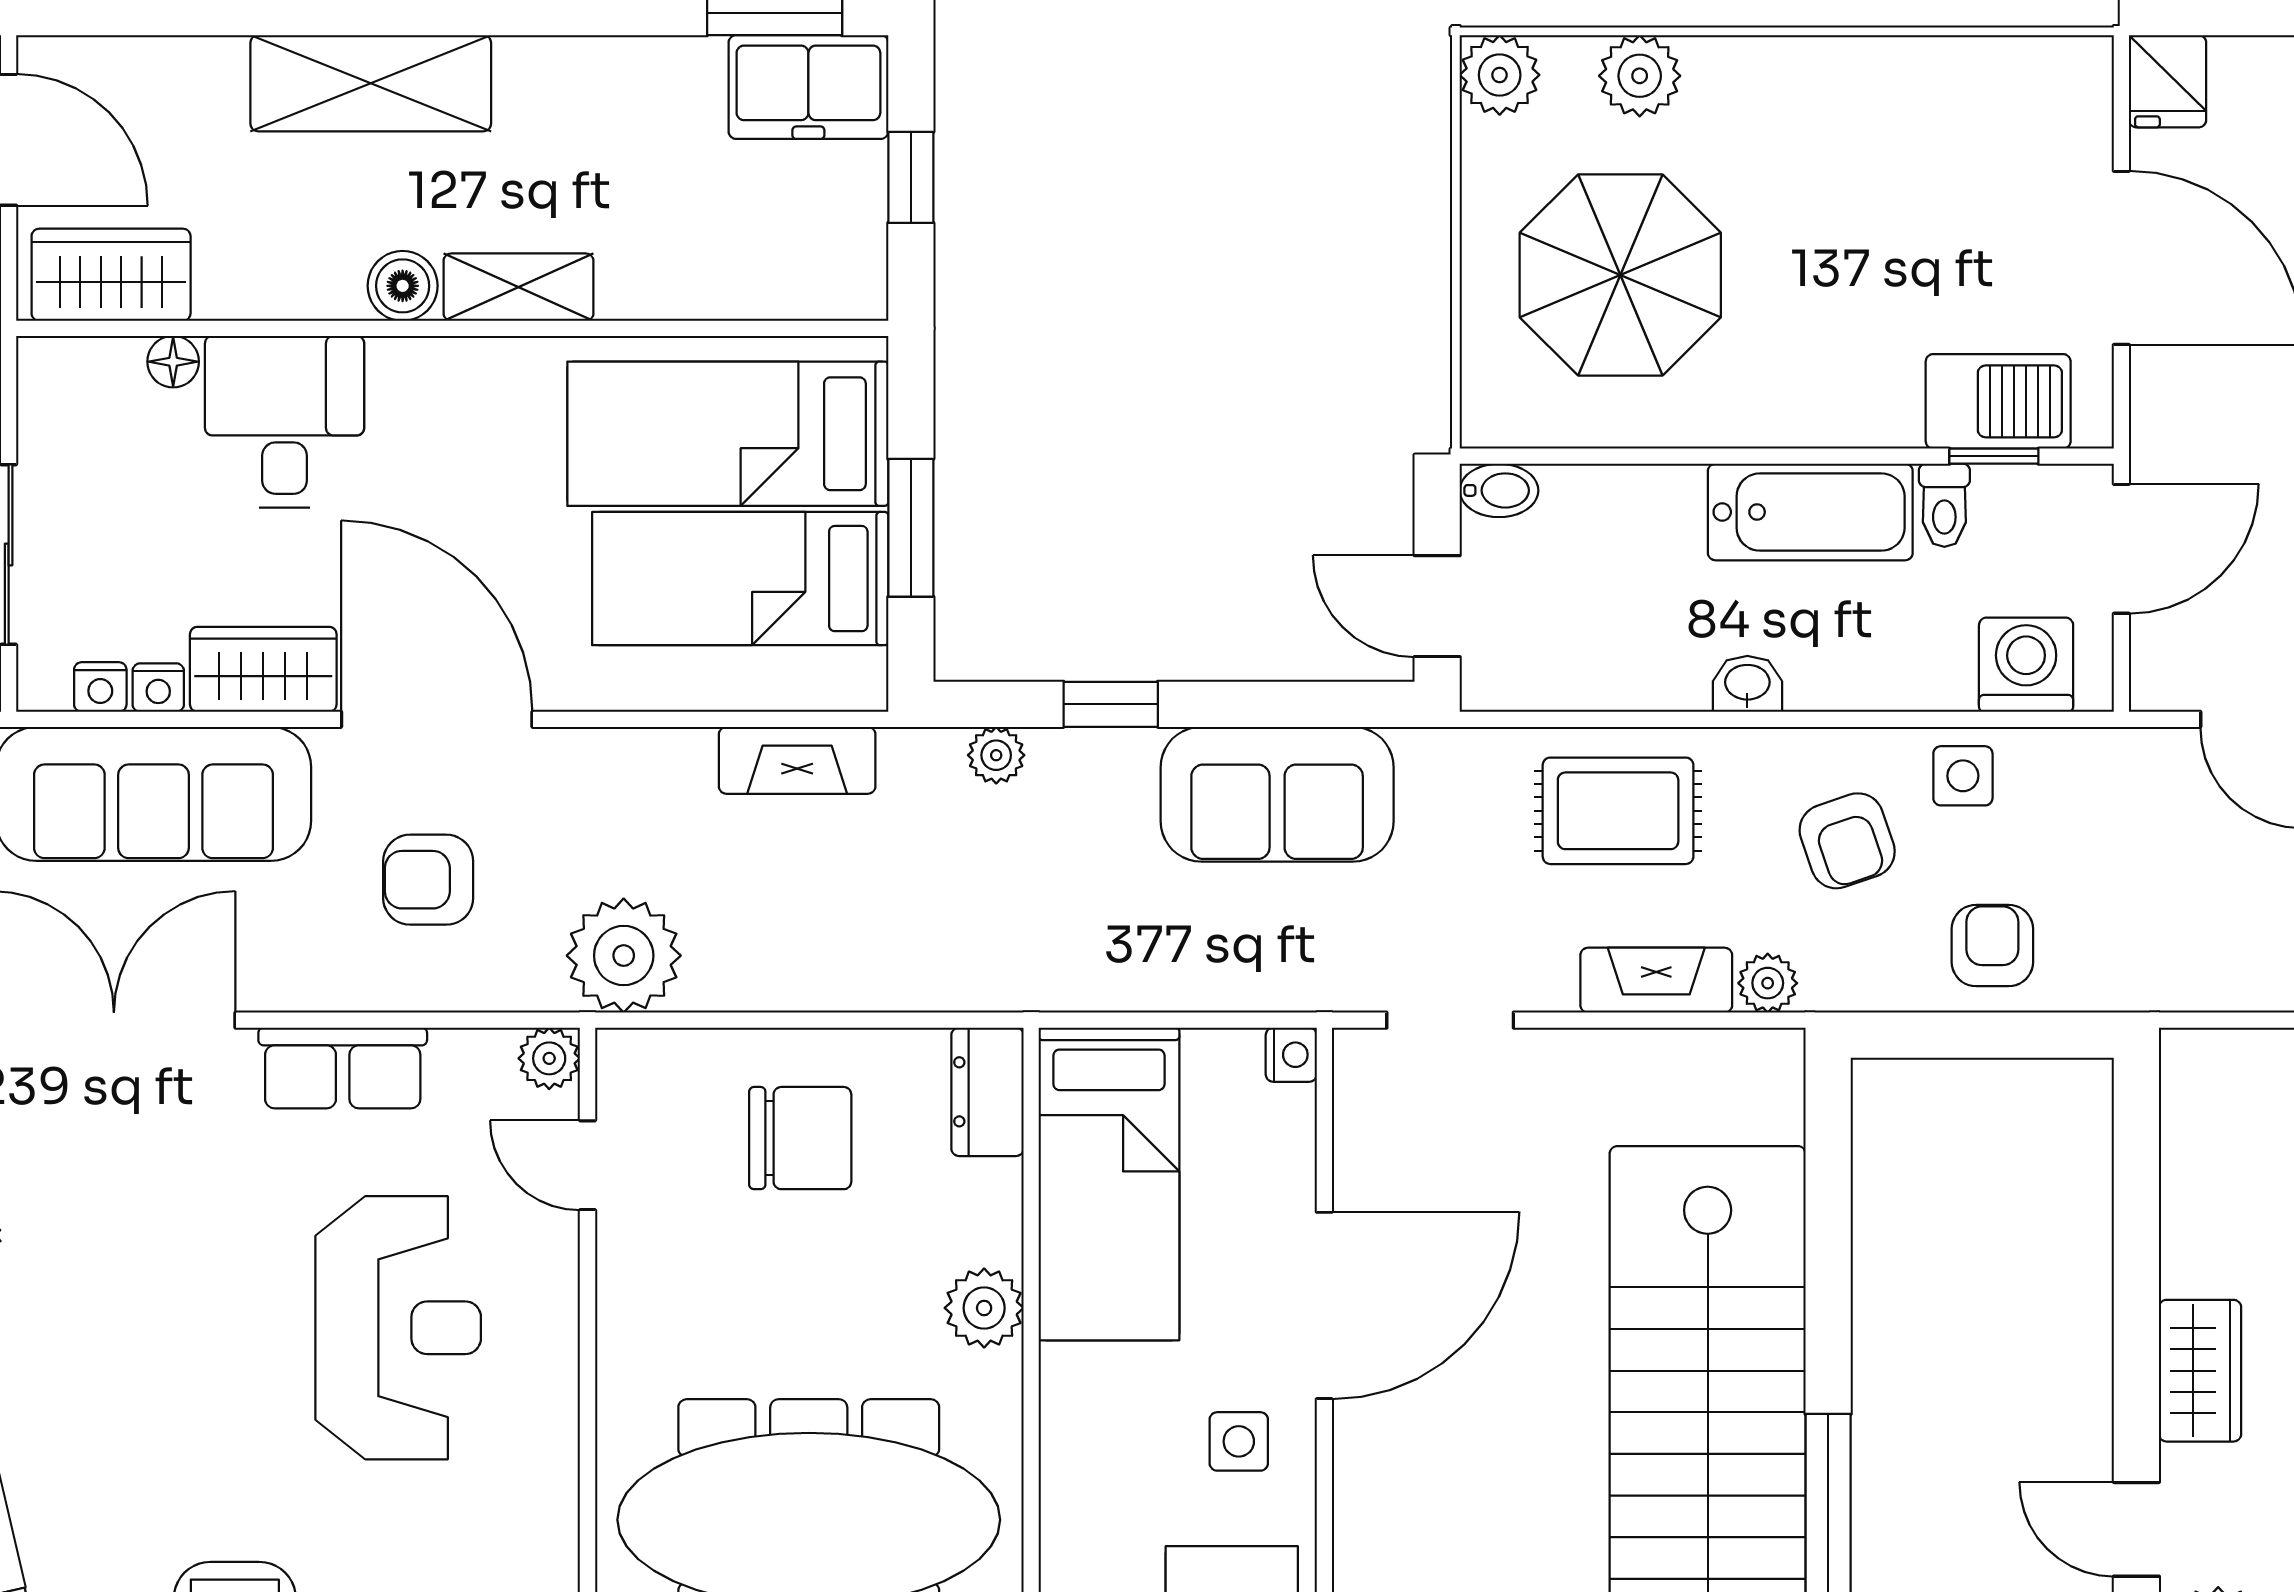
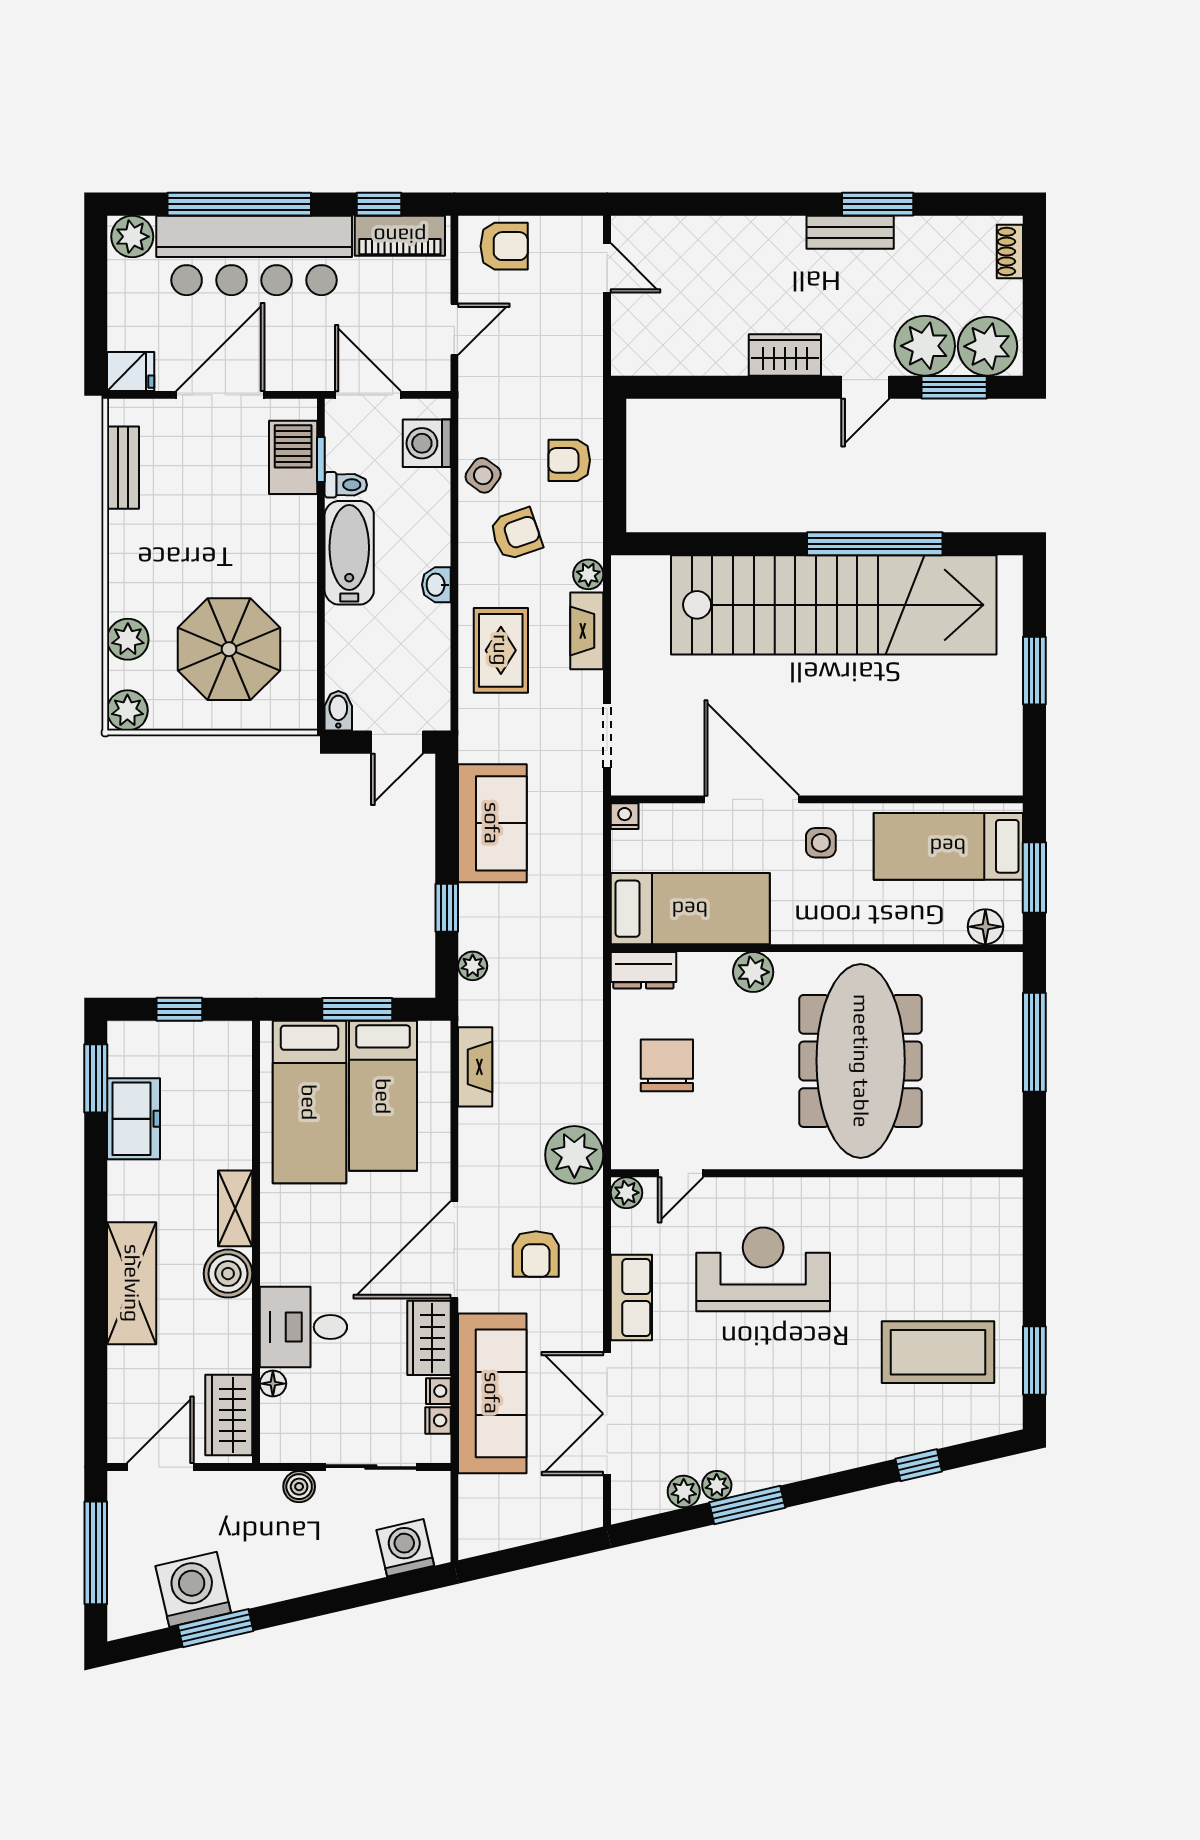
bench: (1978, 66) -> (123, 468), added
freezer: (808, 87) -> (134, 1119), moved
boiler: (403, 286) -> (228, 1274), width x1.36, depth x1.36
side table: (1963, 776) -> (483, 475), turned 36

